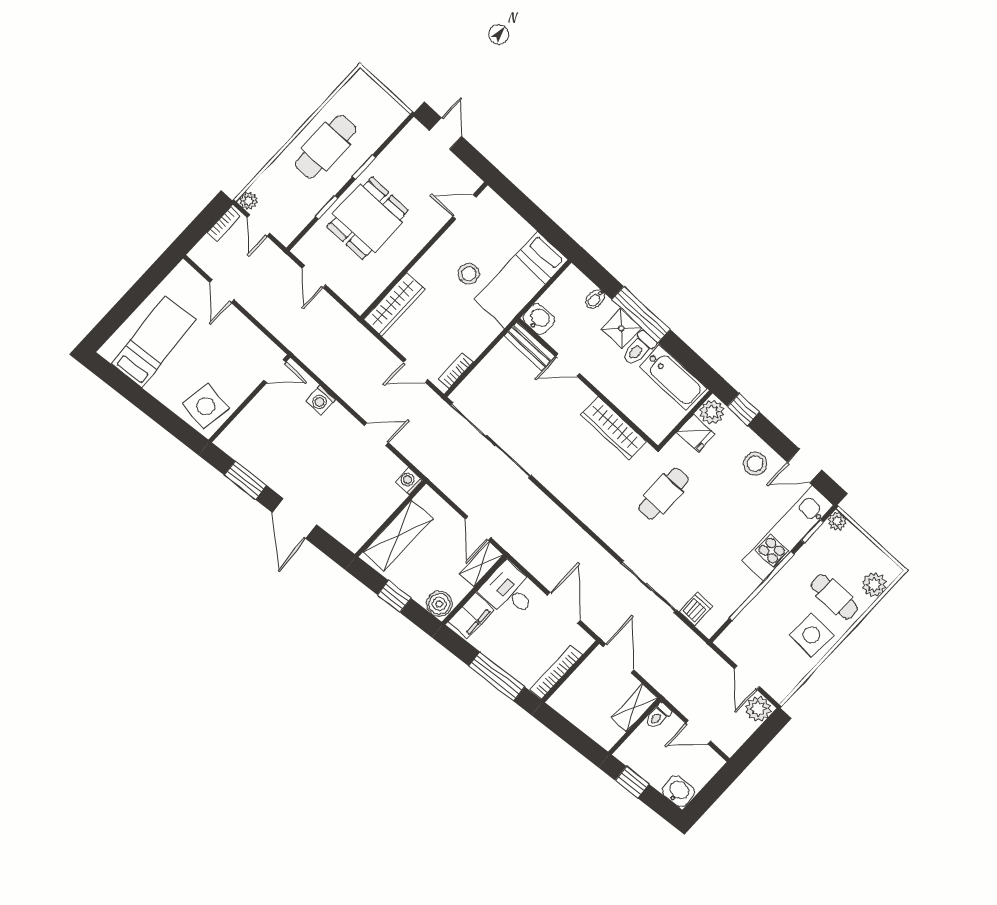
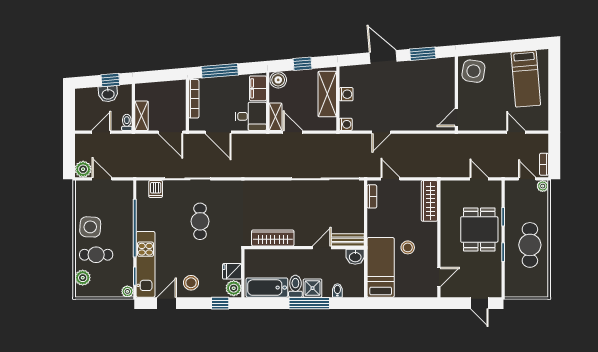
door: (416, 371) -> (390, 179), hinge flipped
washing machine: (321, 400) -> (346, 94), moved, turned 90
cafe table: (663, 494) -> (200, 221), moved
washbasin: (678, 791) -> (108, 94), moved

